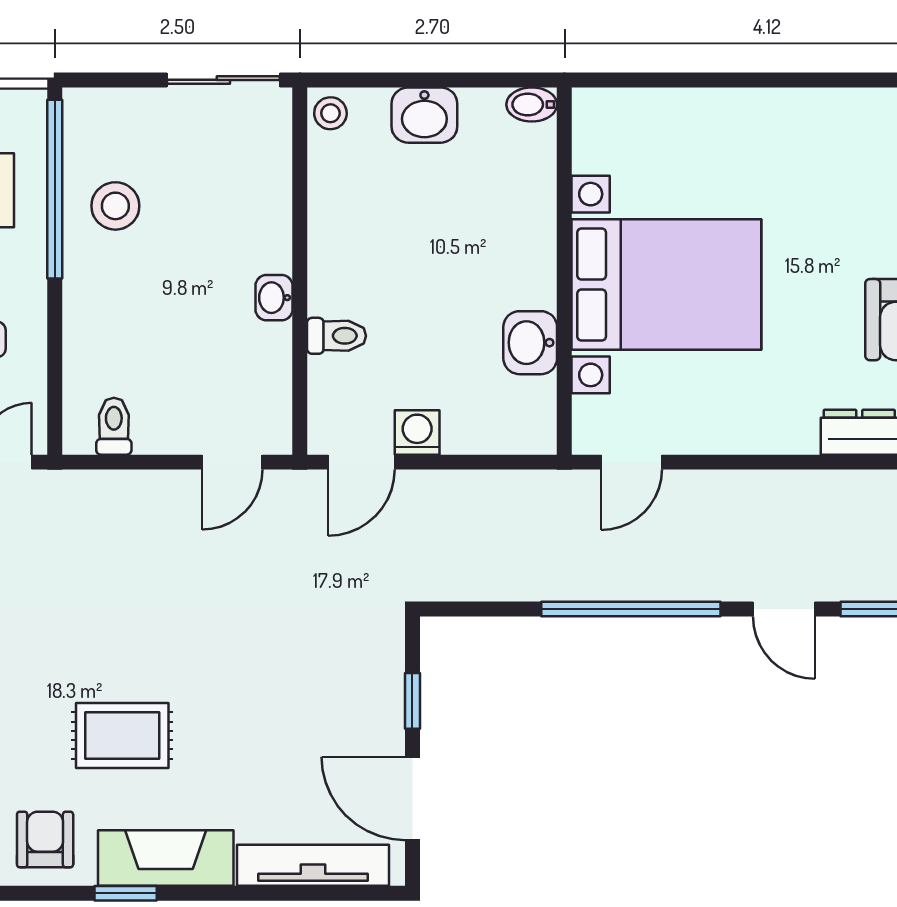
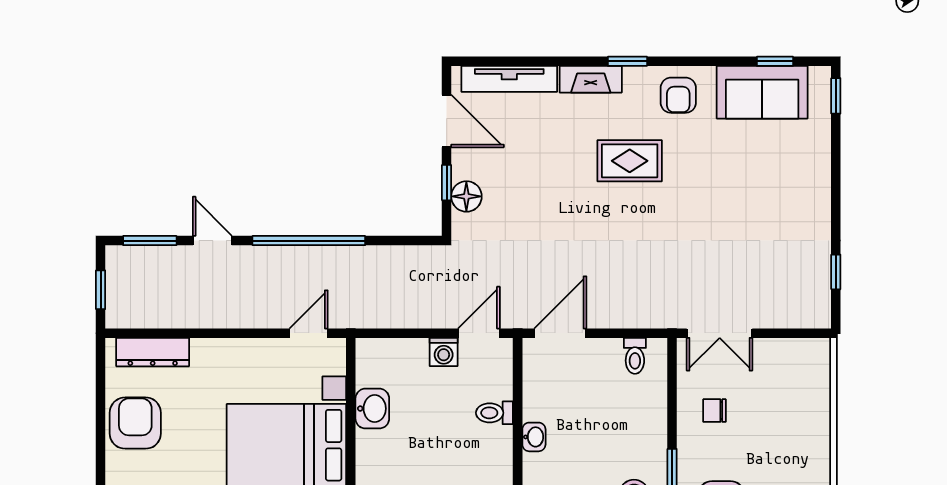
door: (232, 462) -> (560, 333), width x1.38
floor lamp: (381, 679) -> (466, 196), added
fireplace: (166, 858) -> (591, 79), width x0.73, depth x0.76

